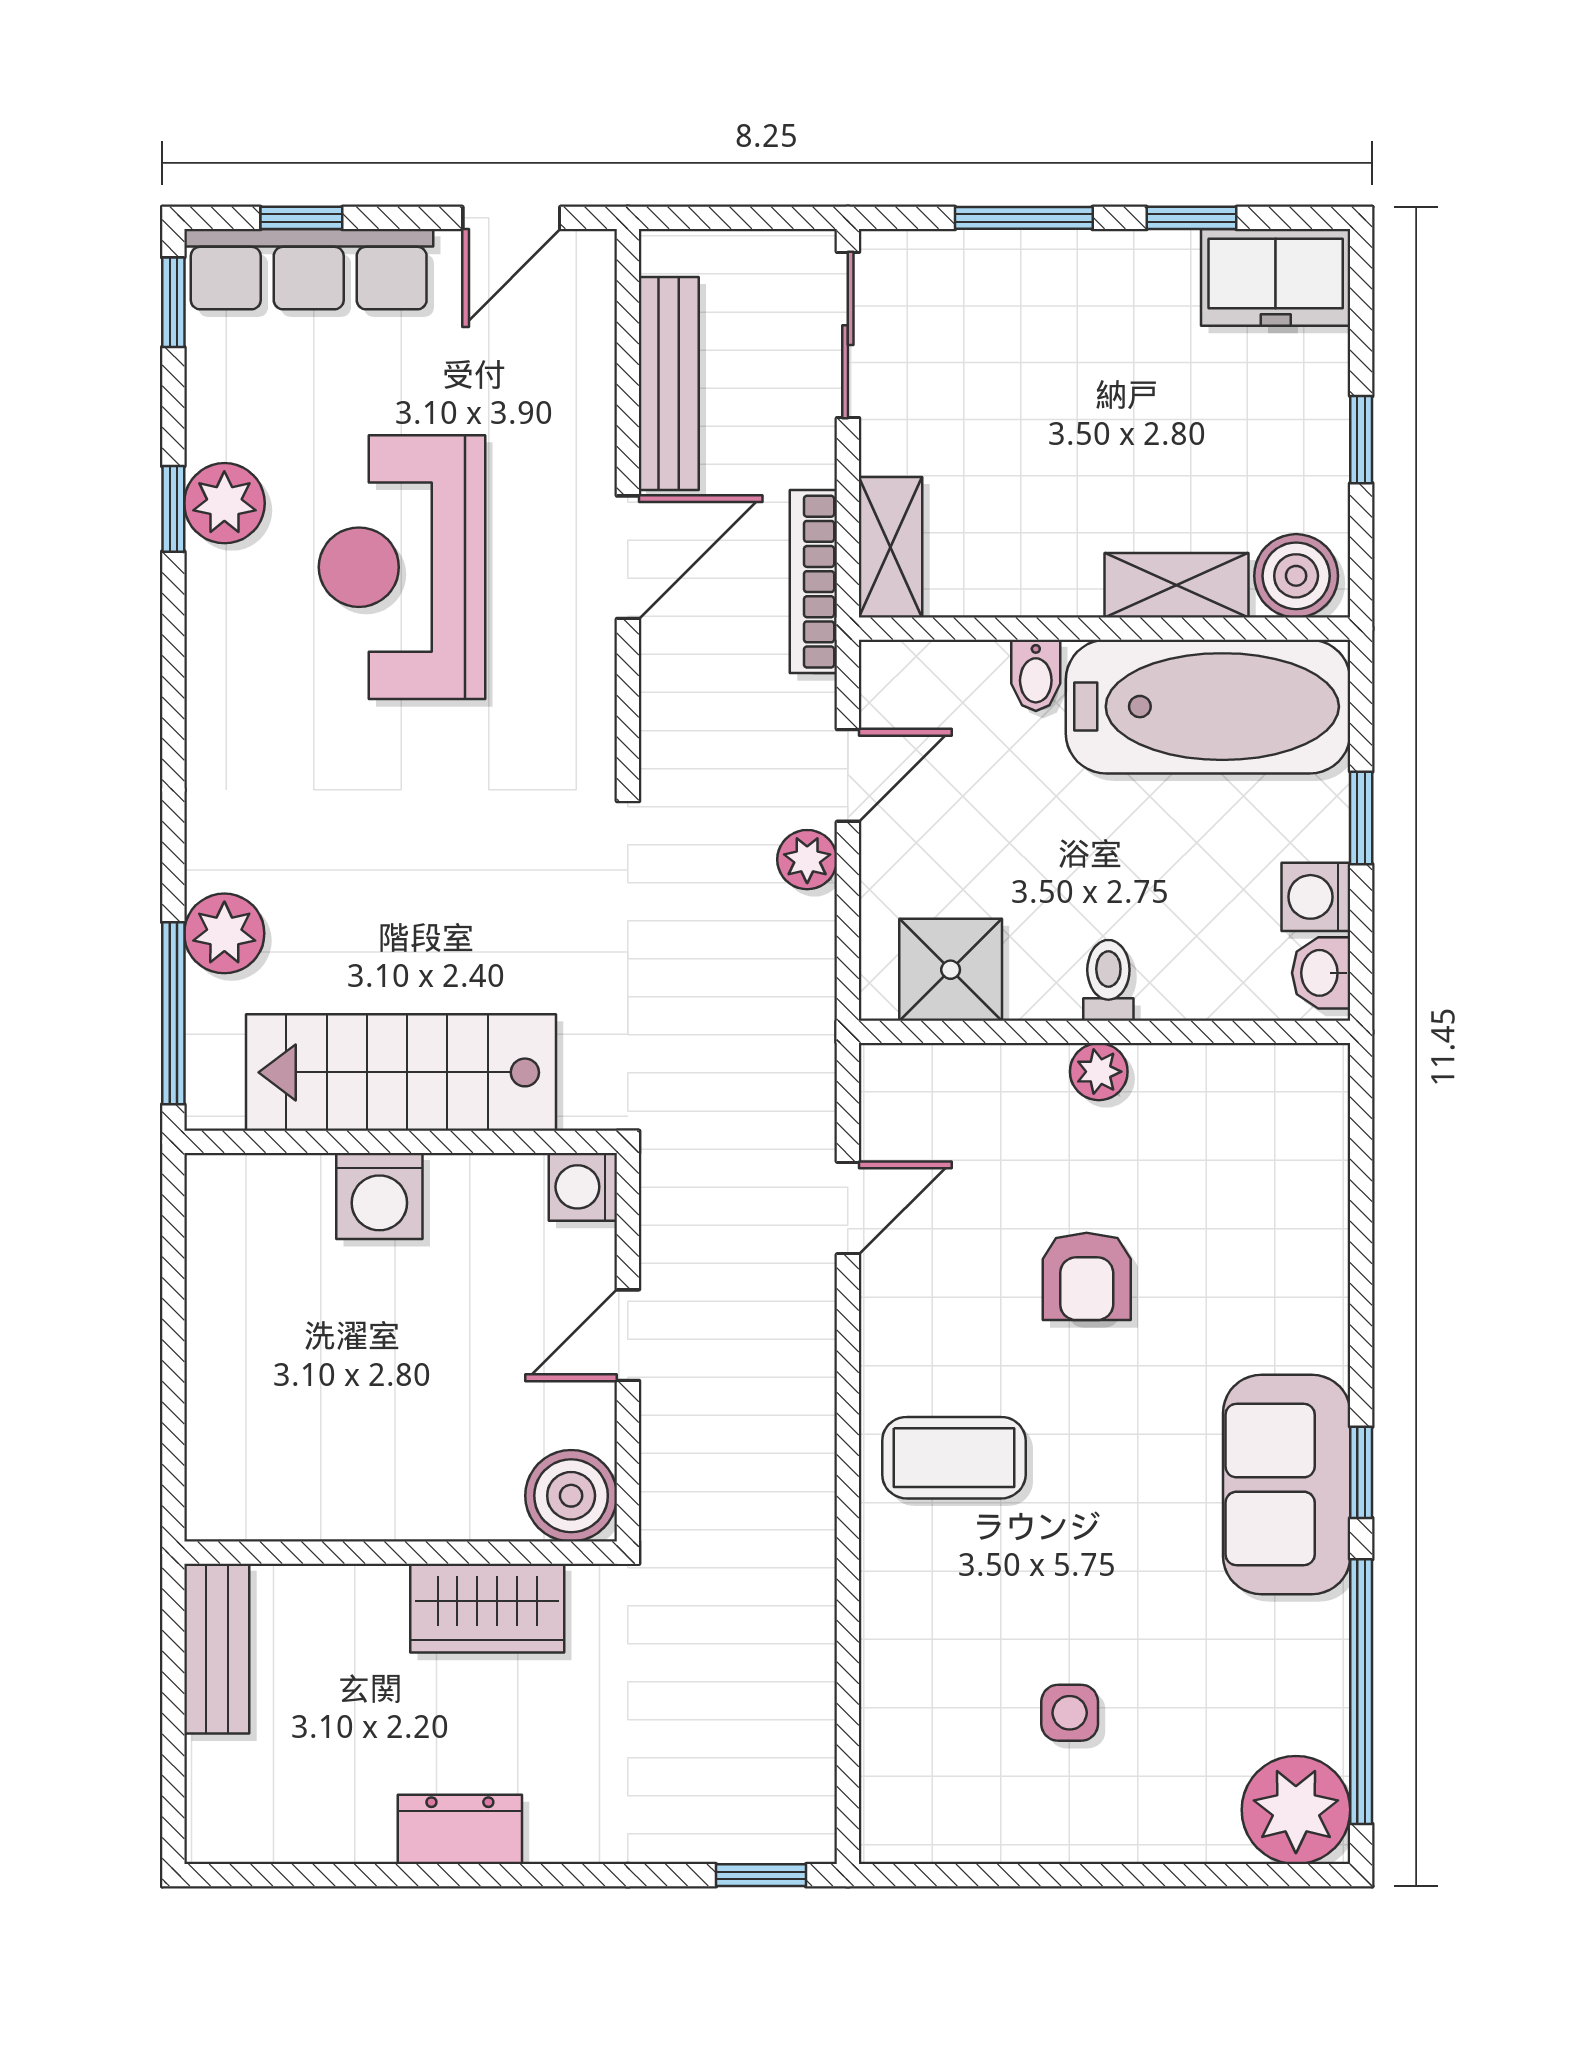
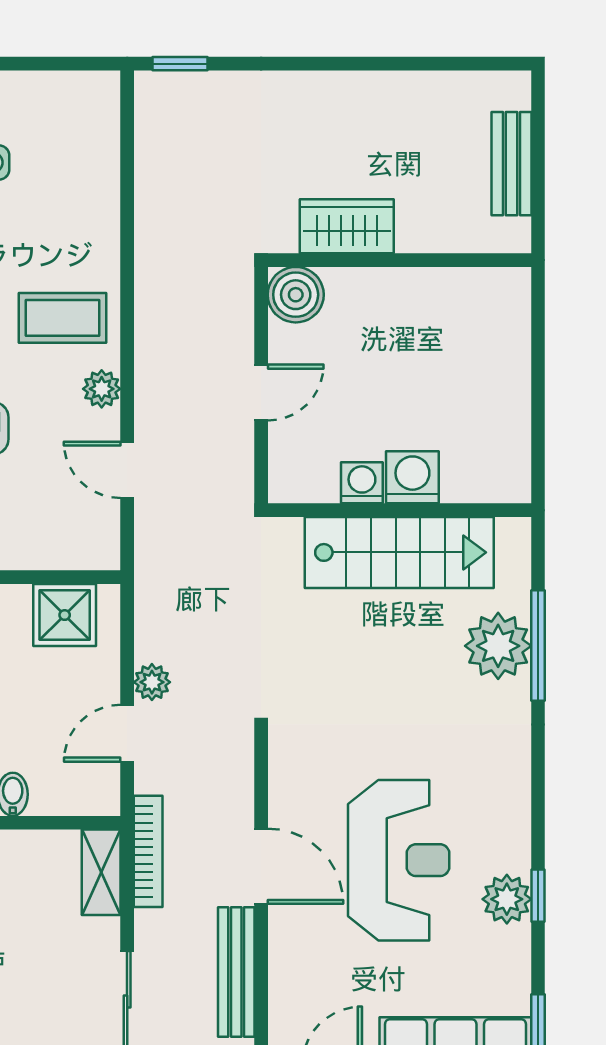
door: (628, 557) -> (261, 866), swing flipped
plant: (224, 933) -> (498, 646), width x1.36, depth x1.36
window: (173, 1013) -> (538, 646), moved
washing machine: (583, 1187) -> (362, 483), moved, turned -90
door: (848, 1208) -> (127, 470), hinge flipped
plant: (890, 1341) -> (102, 389), added
bench: (217, 1649) -> (512, 164), moved
dresser: (460, 1829) -> (363, 92), removed

